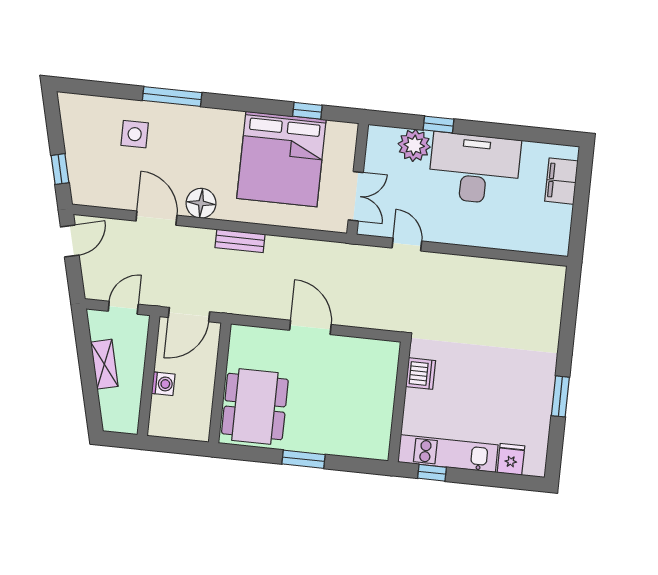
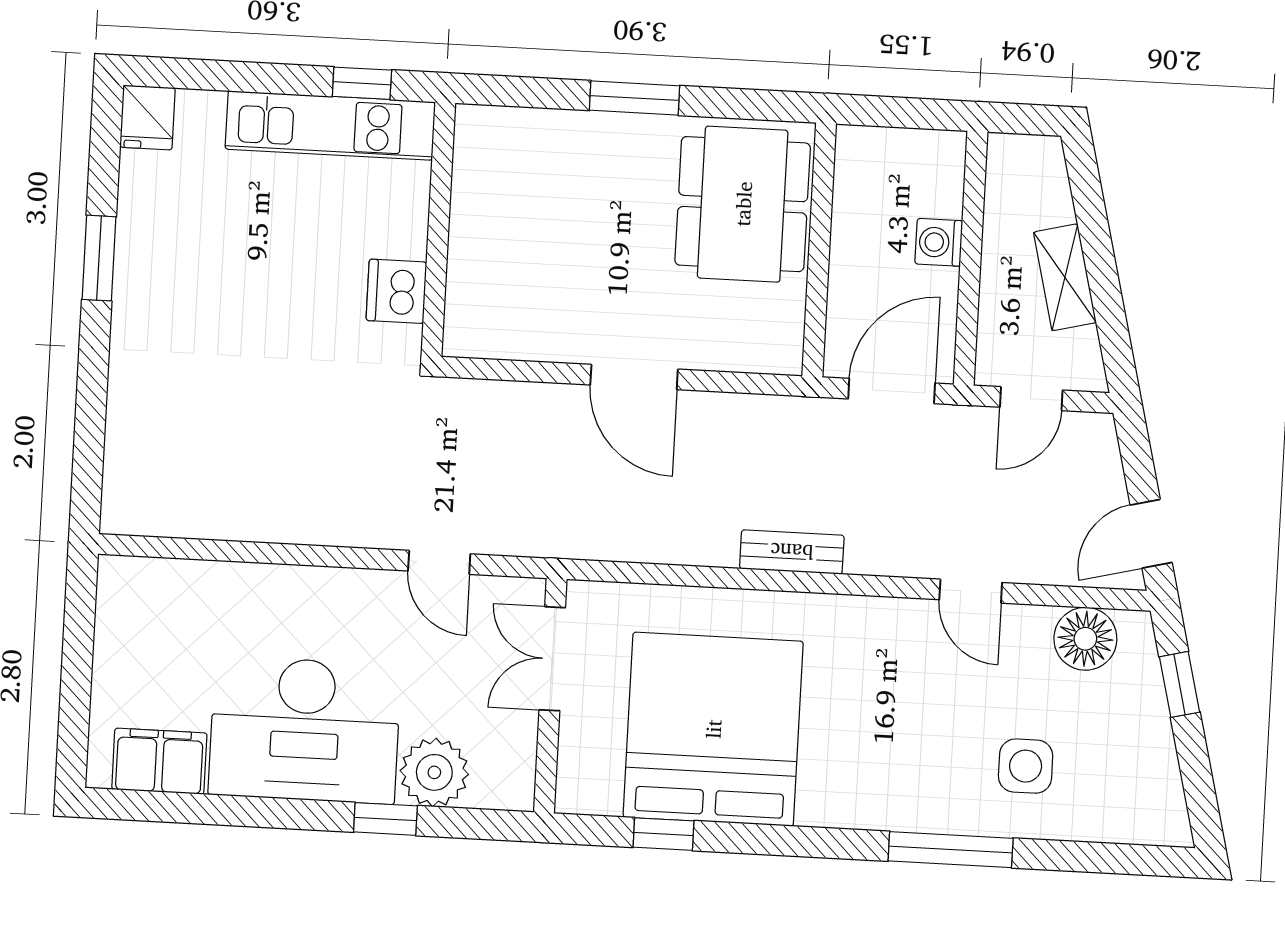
filing cabinet: (561, 181) -> (159, 761), moved, turned -90
floor lamp: (201, 203) -> (1085, 639), moved
door: (156, 218) -> (971, 591), width x0.73
fridge: (511, 459) -> (147, 118), moved

